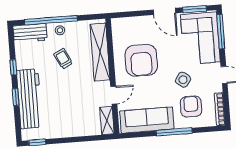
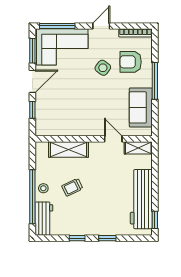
window: (136, 14) -> (32, 110), added
shelving: (100, 52) -> (68, 149), width x0.68
armchair: (141, 60) -> (80, 109), removed
workbench: (29, 99) -> (141, 199), moved, turned -90
sofa: (147, 120) -> (141, 107), width x0.73

